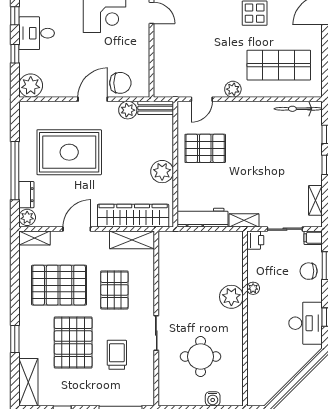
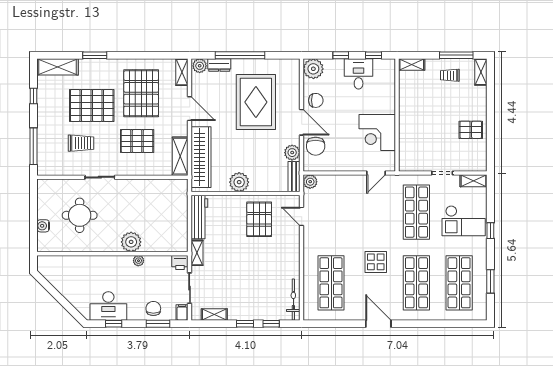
chair: (67, 83) -> (316, 100), added
plant: (233, 89) -> (310, 182), moved

